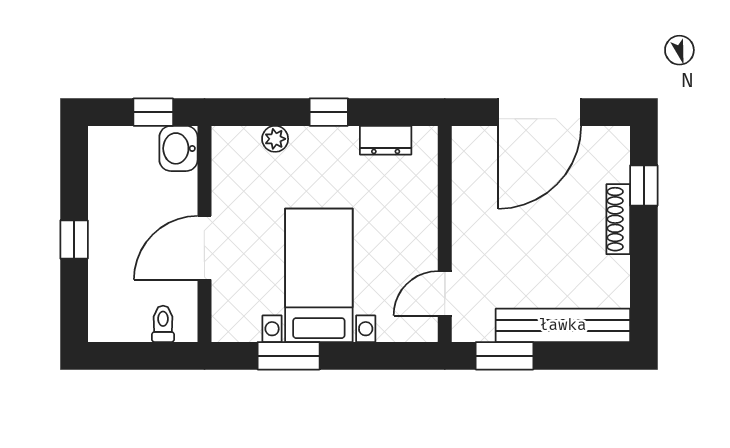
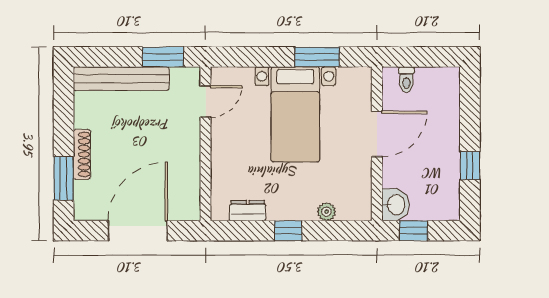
window: (644, 185) -> (64, 178), width x1.50
window: (74, 240) -> (470, 166), moved

